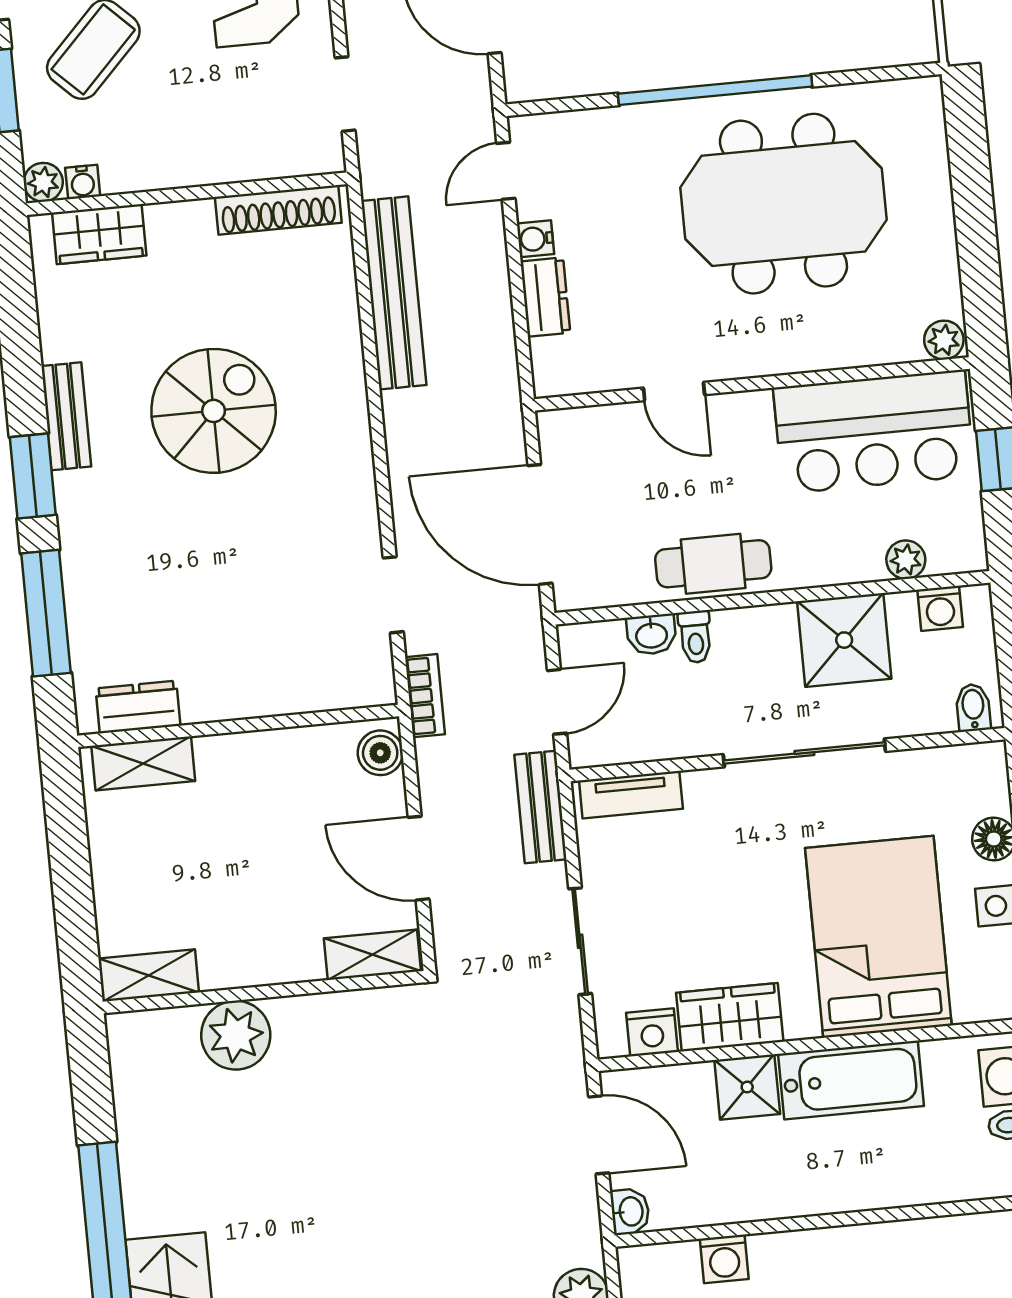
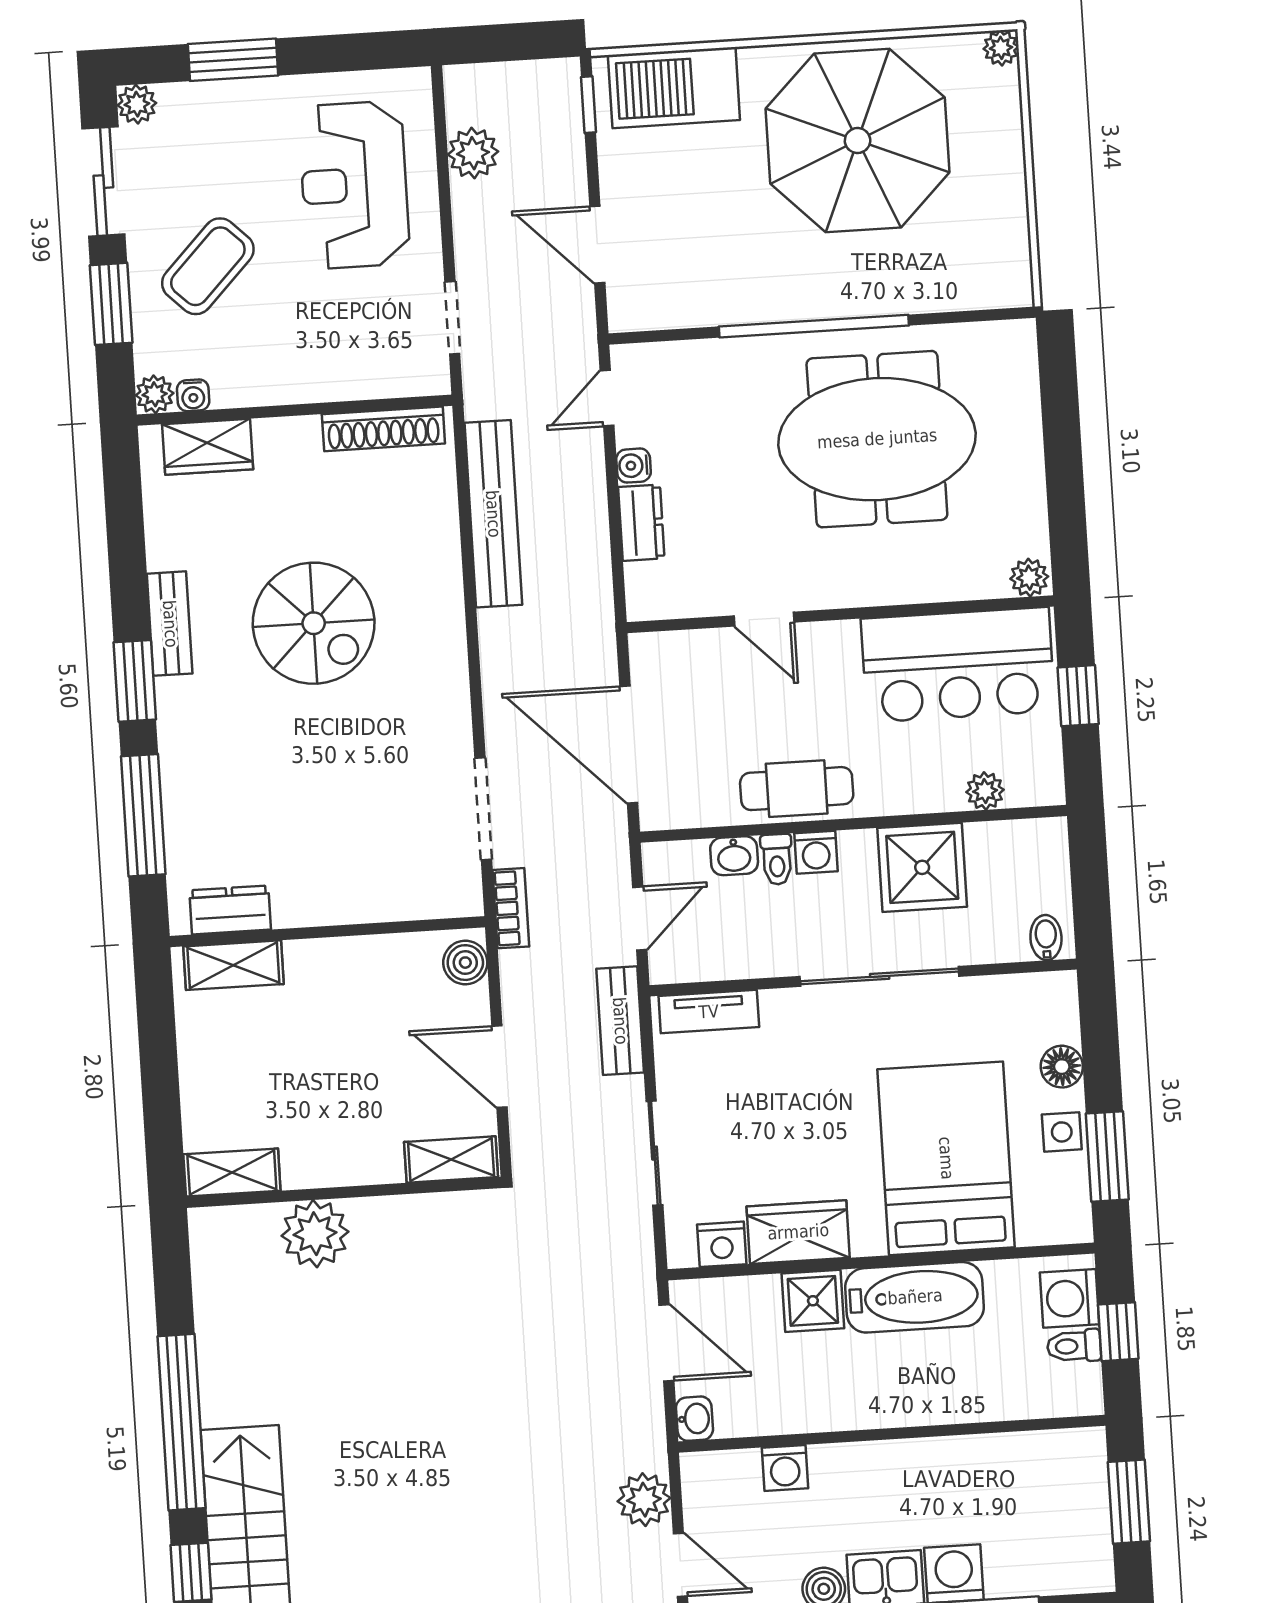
spiral stairs: (214, 411) -> (314, 623), turned 90
doorway: (393, 595) -> (483, 809), width x1.38
washing machine: (940, 608) -> (816, 852), moved

